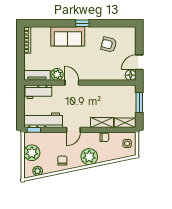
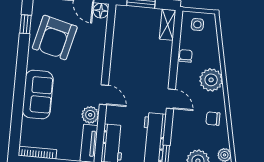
window: (82, 23) -> (25, 24), moved
armchair: (109, 45) -> (55, 38), width x1.88, depth x1.88
door: (72, 83) -> (104, 95), swing flipped
shelving: (102, 122) -> (164, 57), removed

